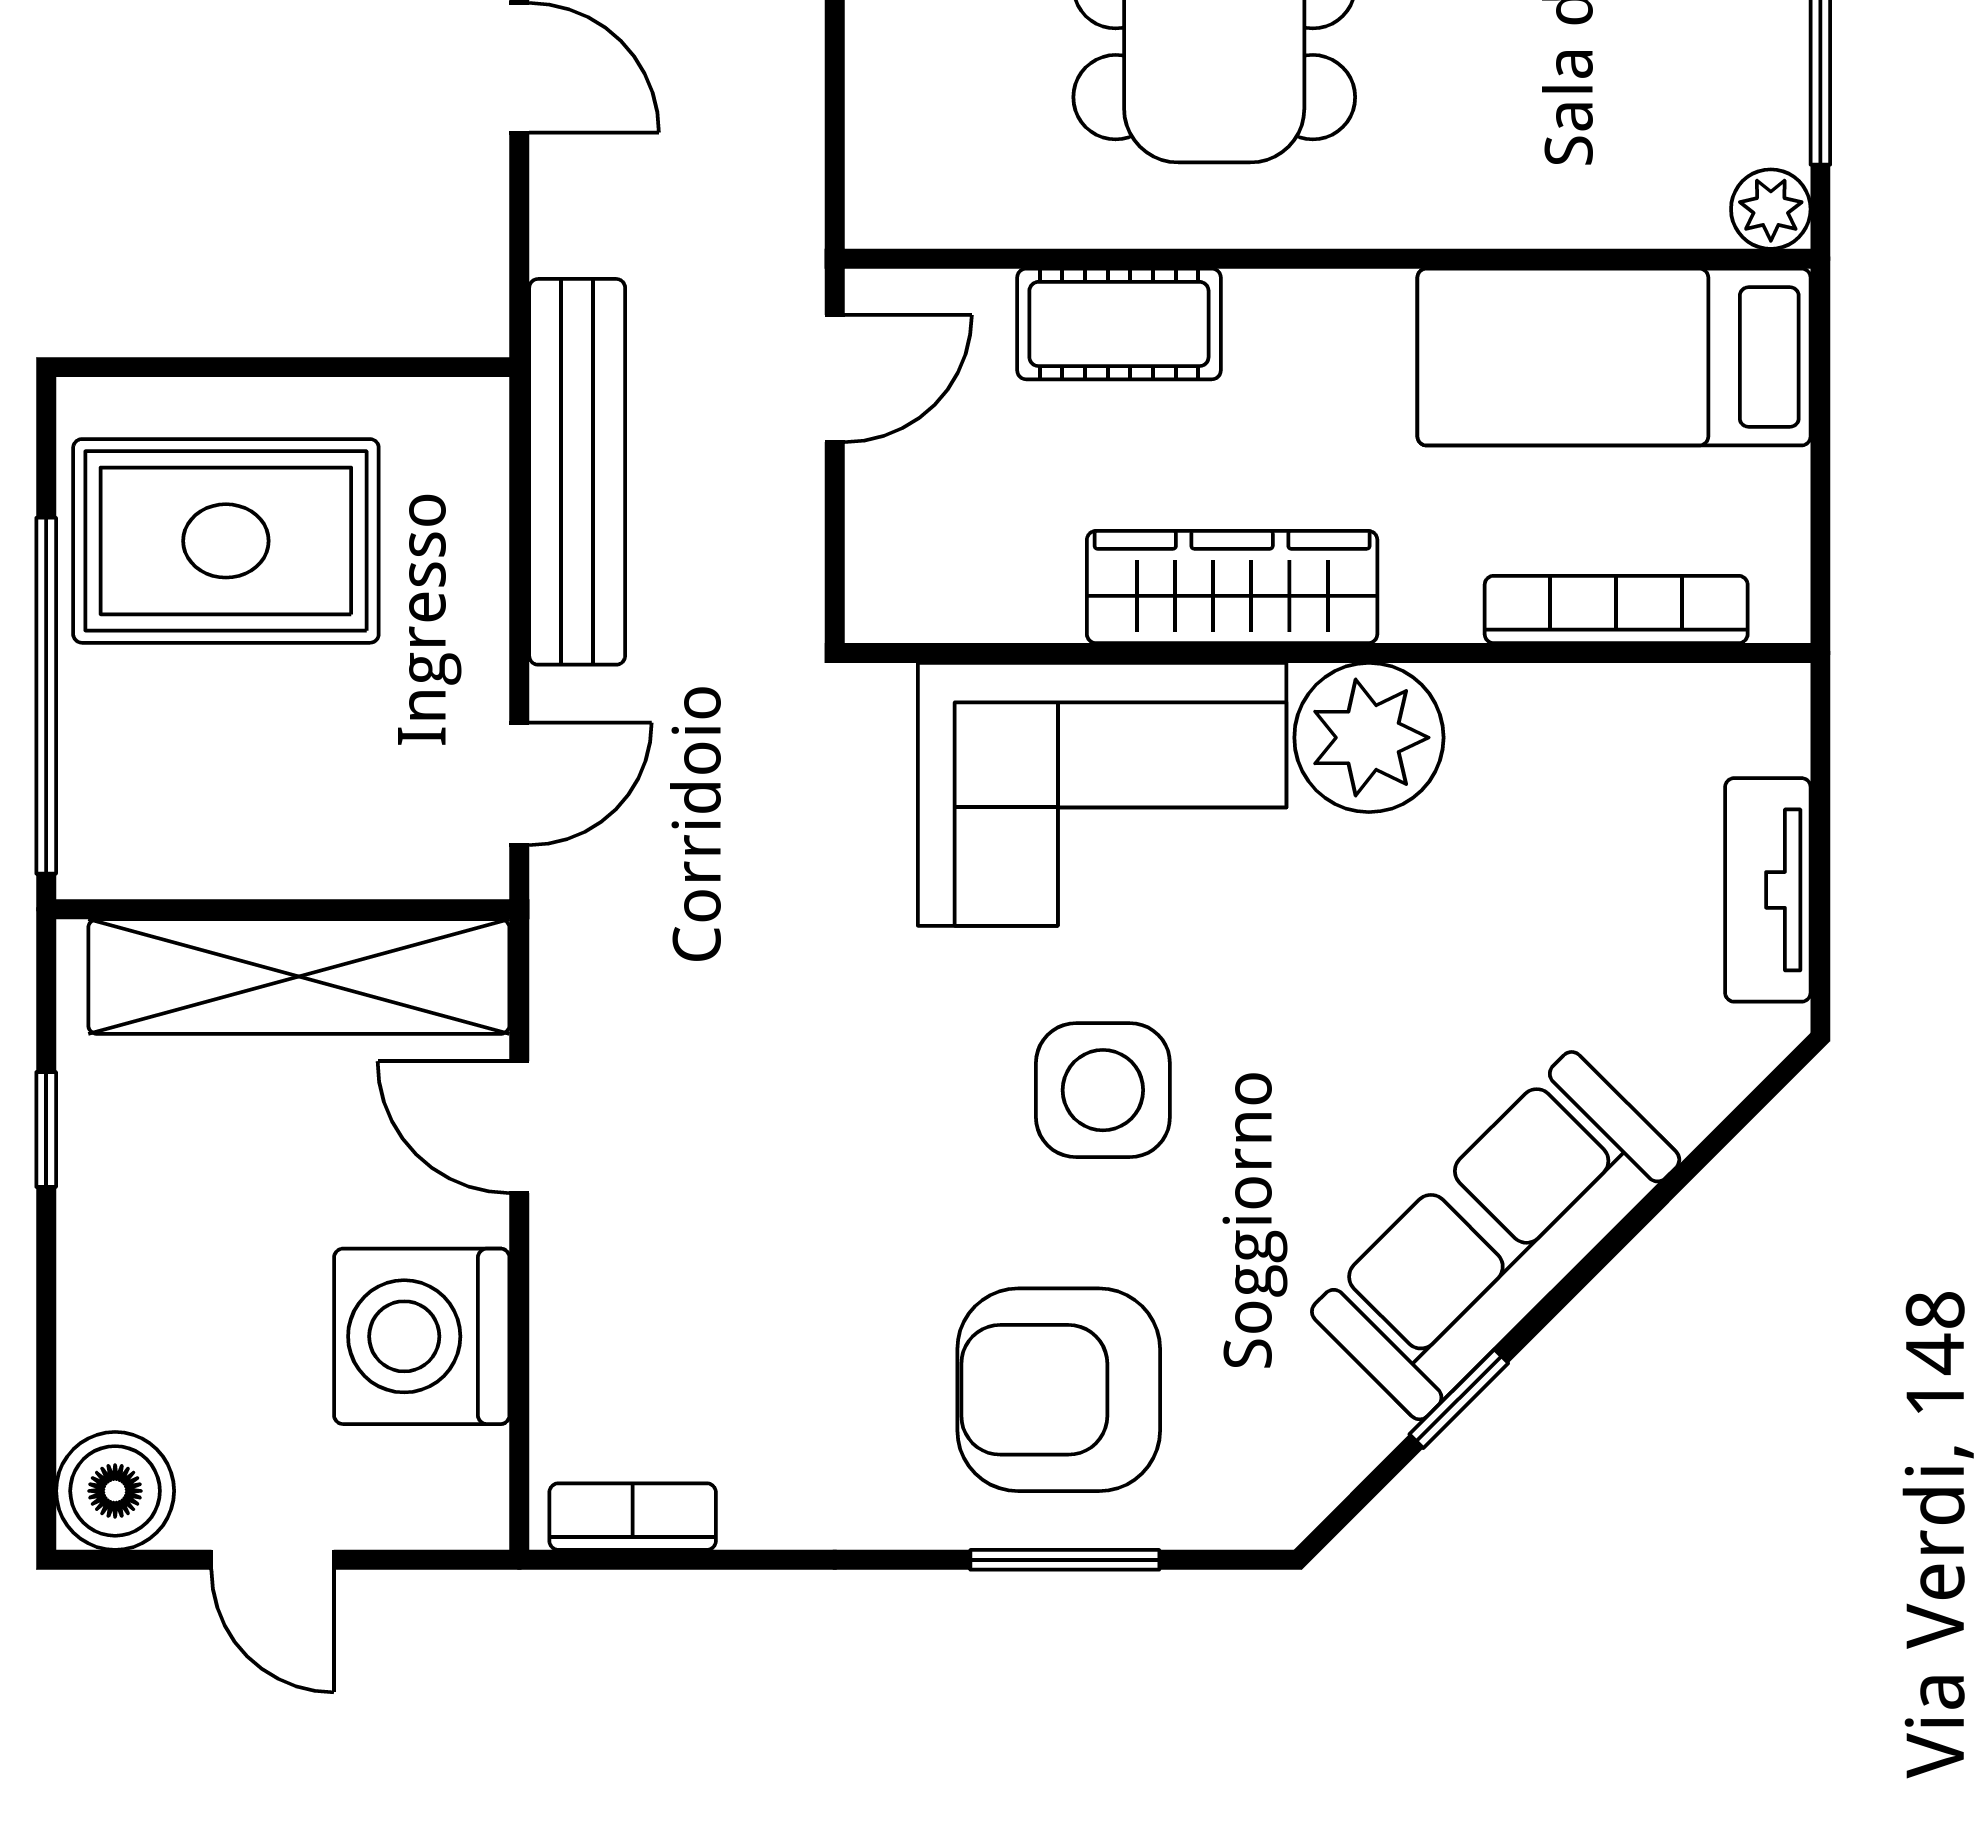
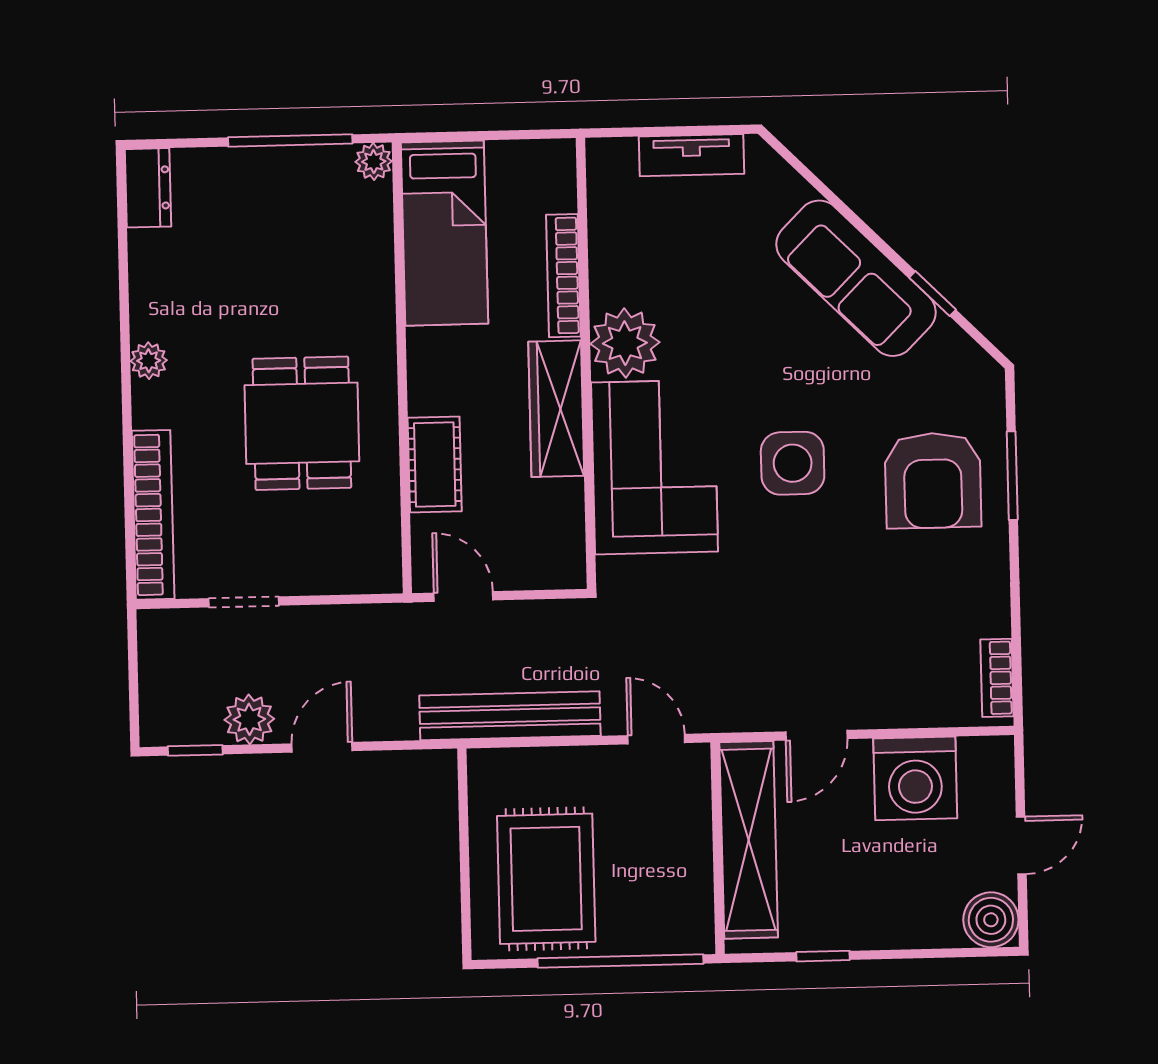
bookcase: (1616, 609) -> (563, 276), moved

